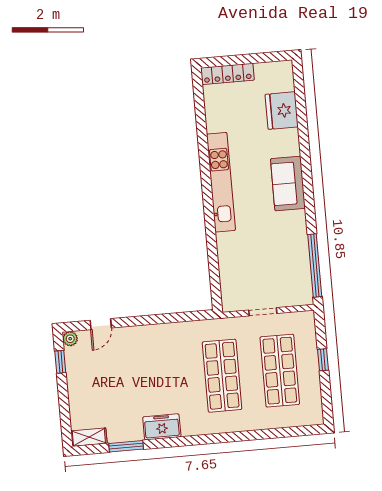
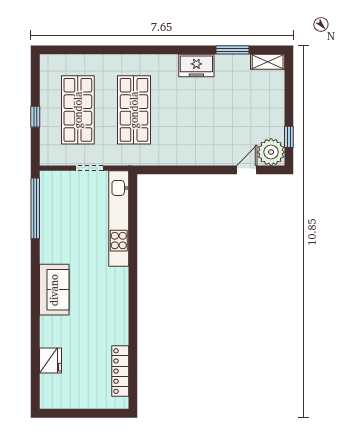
locker: (227, 74) -> (120, 371), moved, turned -90
fridge: (282, 111) -> (50, 361), width x0.73, depth x0.75
kitchen unit: (221, 182) -> (119, 219), moved
plant: (70, 339) -> (271, 152), width x1.88, depth x1.88

